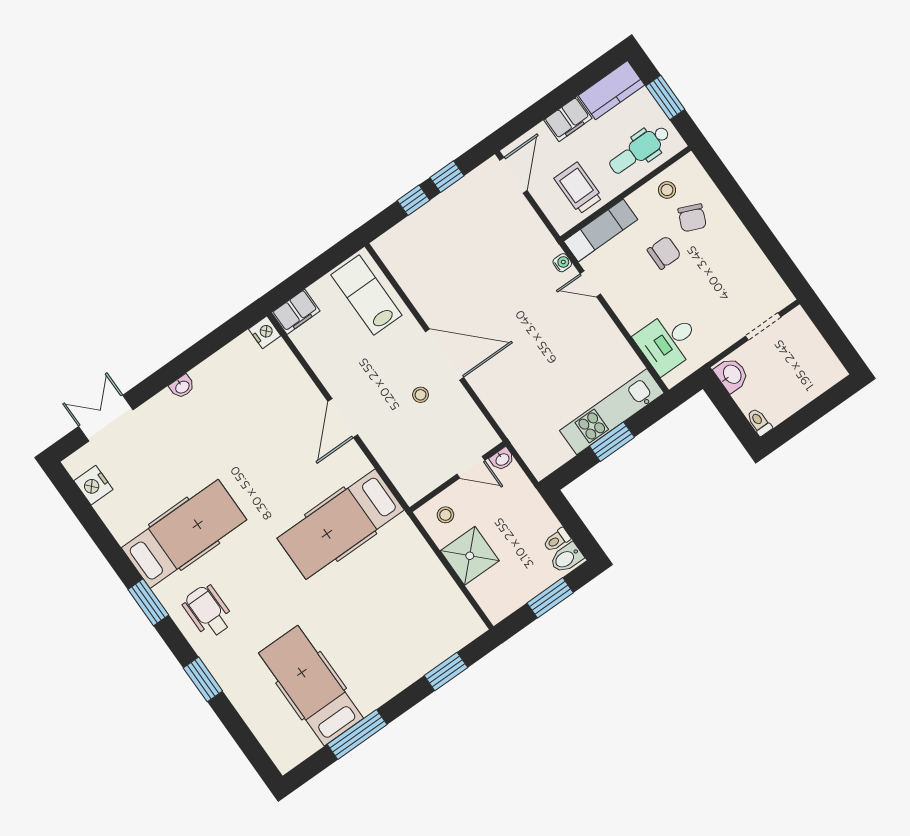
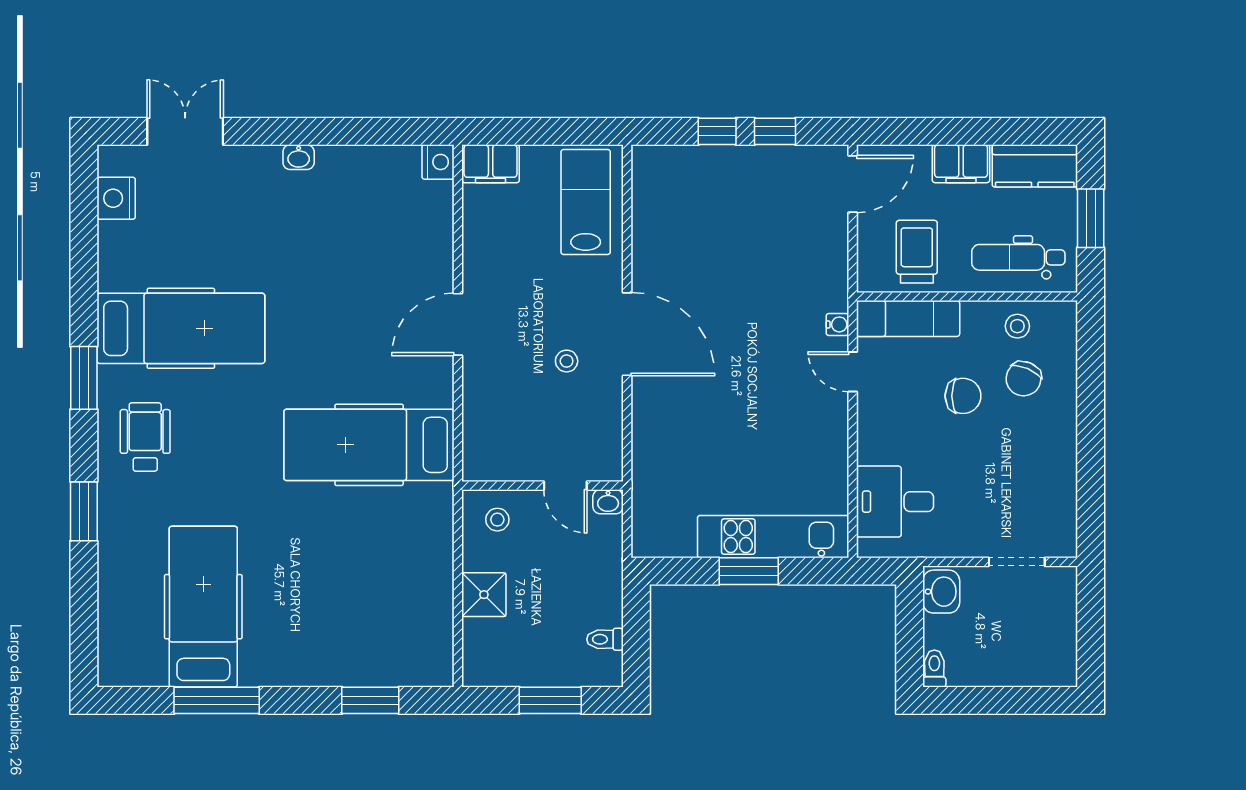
shower: (470, 556) -> (484, 595), width x0.73, depth x0.73
bidet: (566, 558) -> (602, 668), removed

